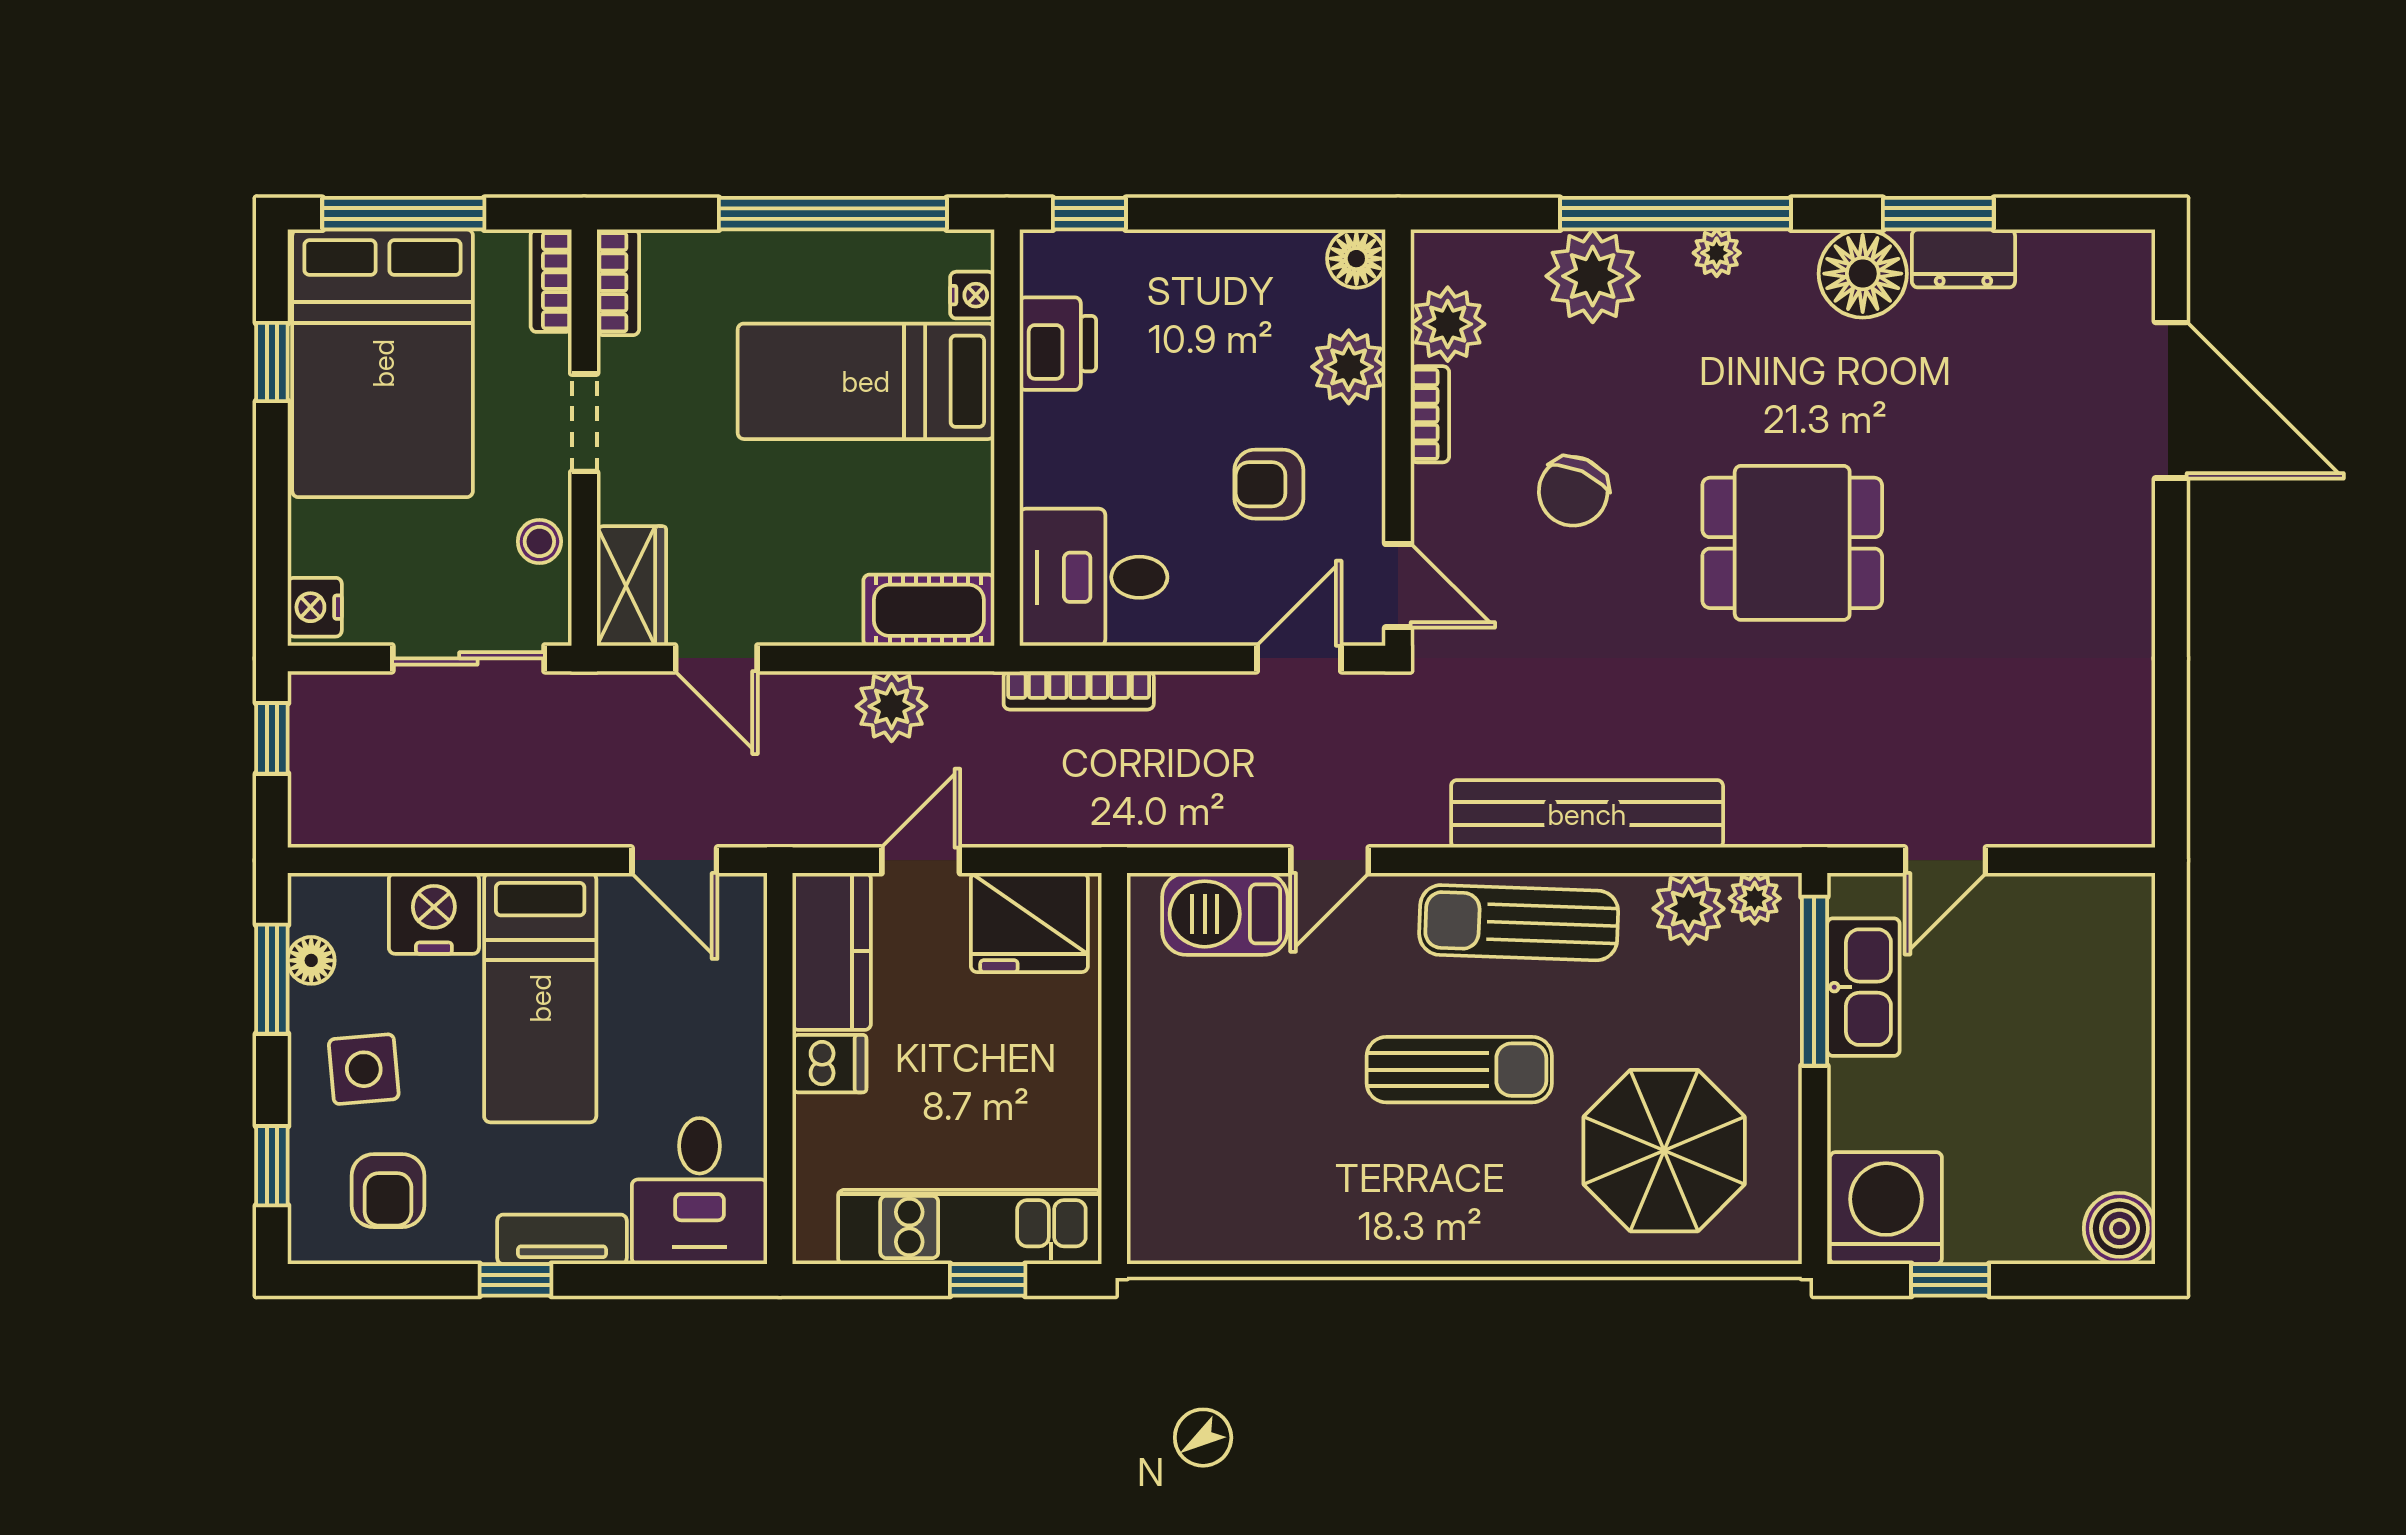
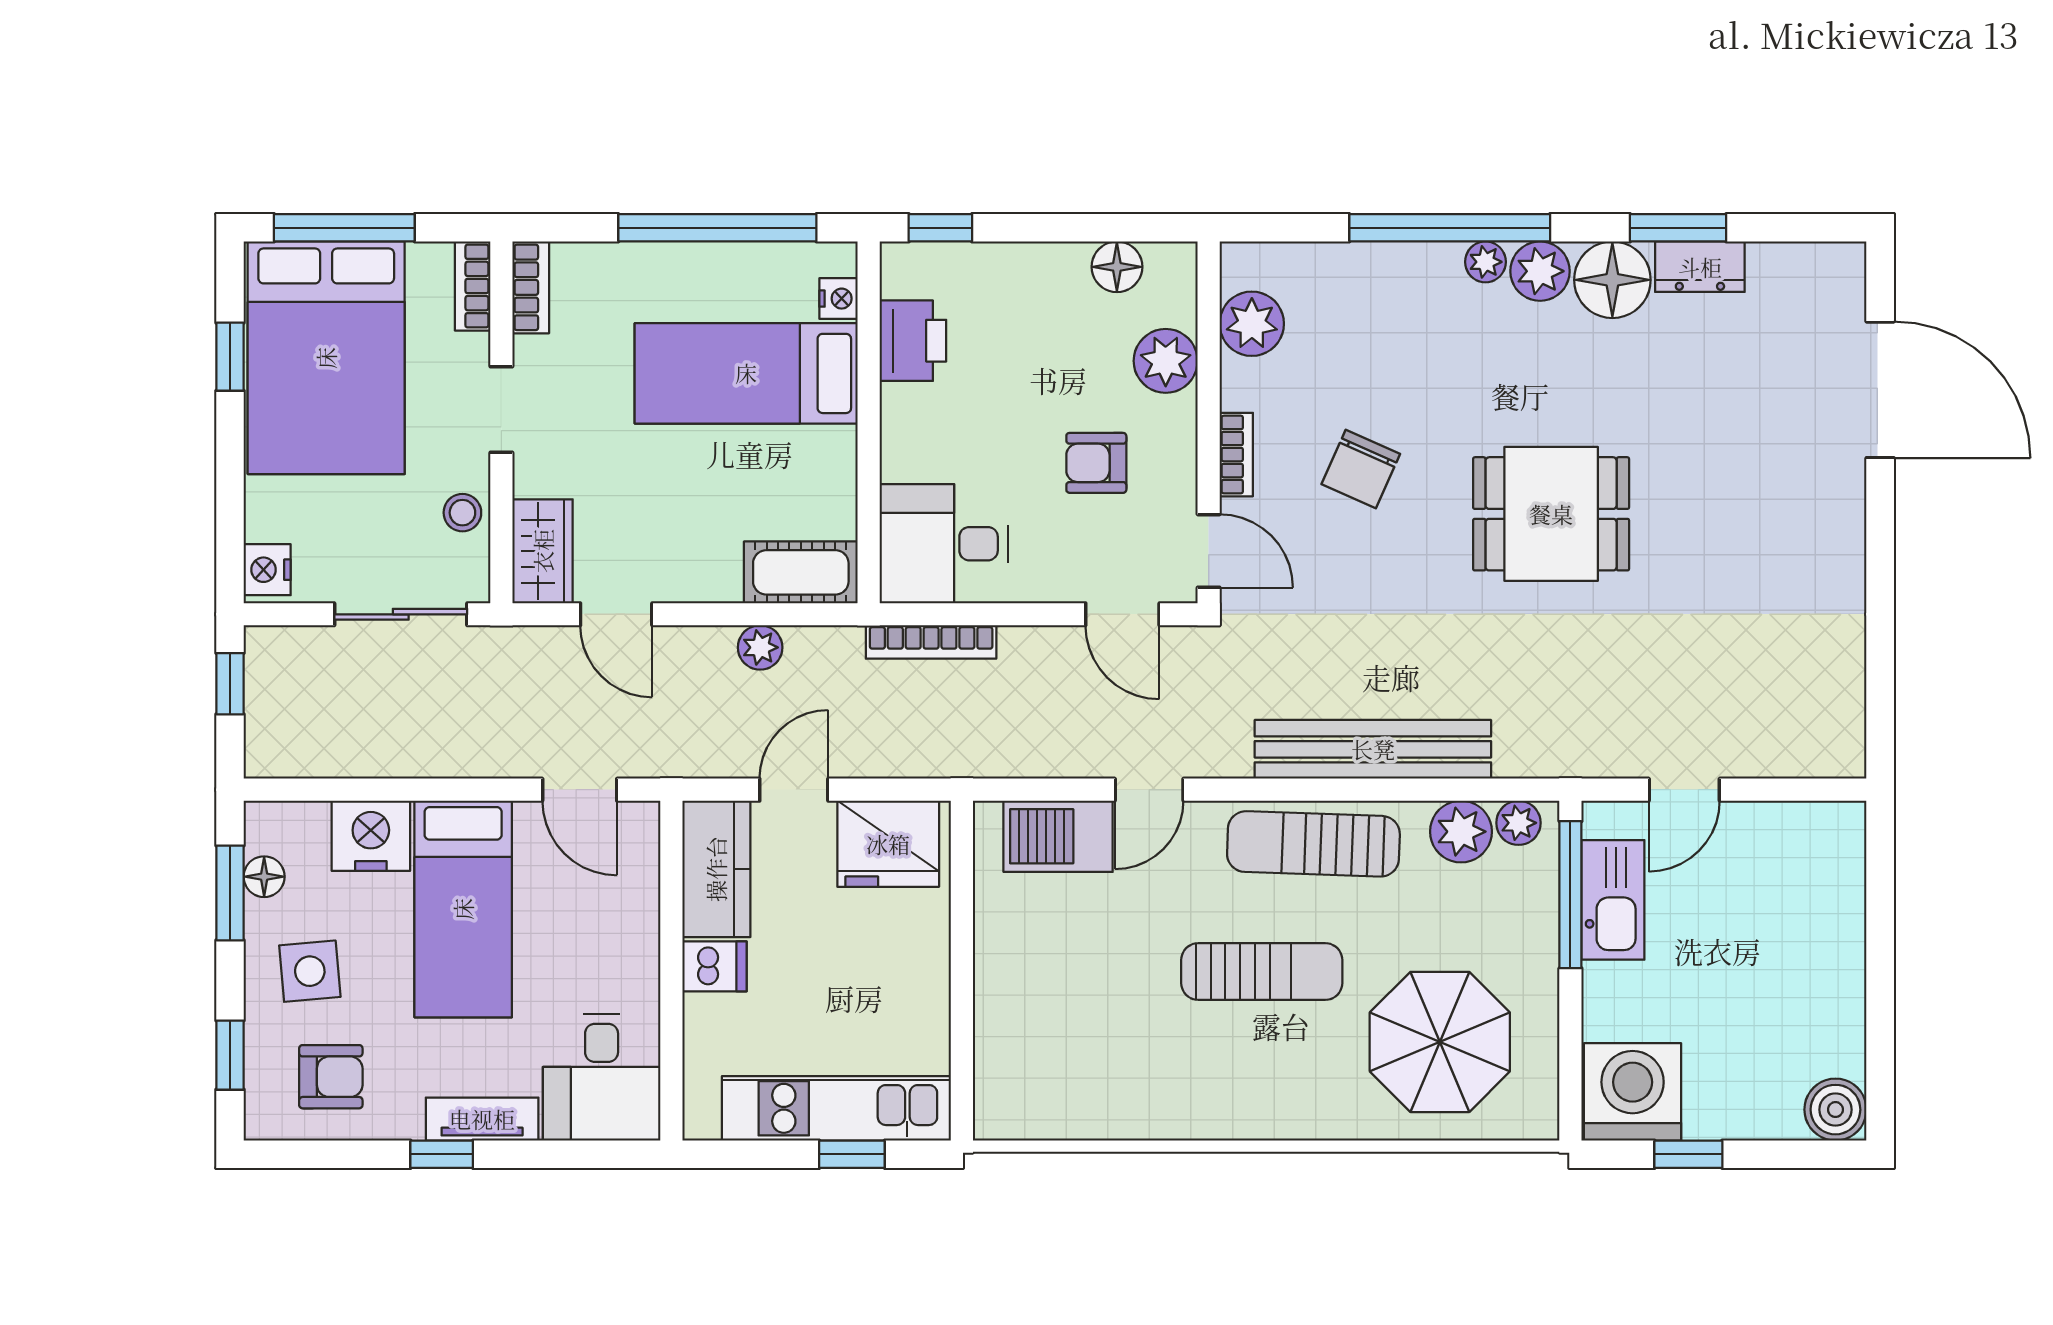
floor lamp: (1356, 259) -> (1117, 267), moved
plant: (1593, 276) -> (1540, 271), moved, width x0.73, depth x0.73
bookcase: (1430, 414) -> (1236, 455), moved
door: (1299, 658) -> (1122, 614), swing flipped
plant: (892, 706) -> (760, 647), width x0.73, depth x0.73
armchair: (388, 1191) -> (331, 1077), turned -90

